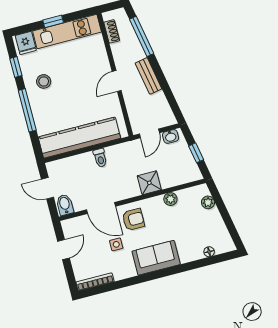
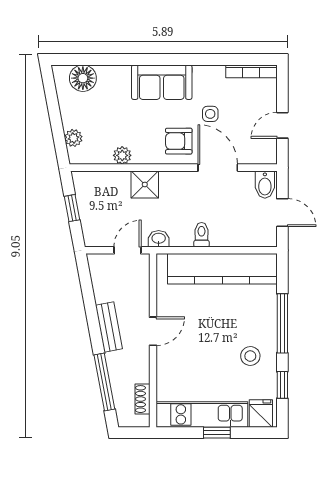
washbasin: (171, 136) -> (159, 239), moved
floor lamp: (209, 252) -> (83, 78), width x1.89, depth x1.89

